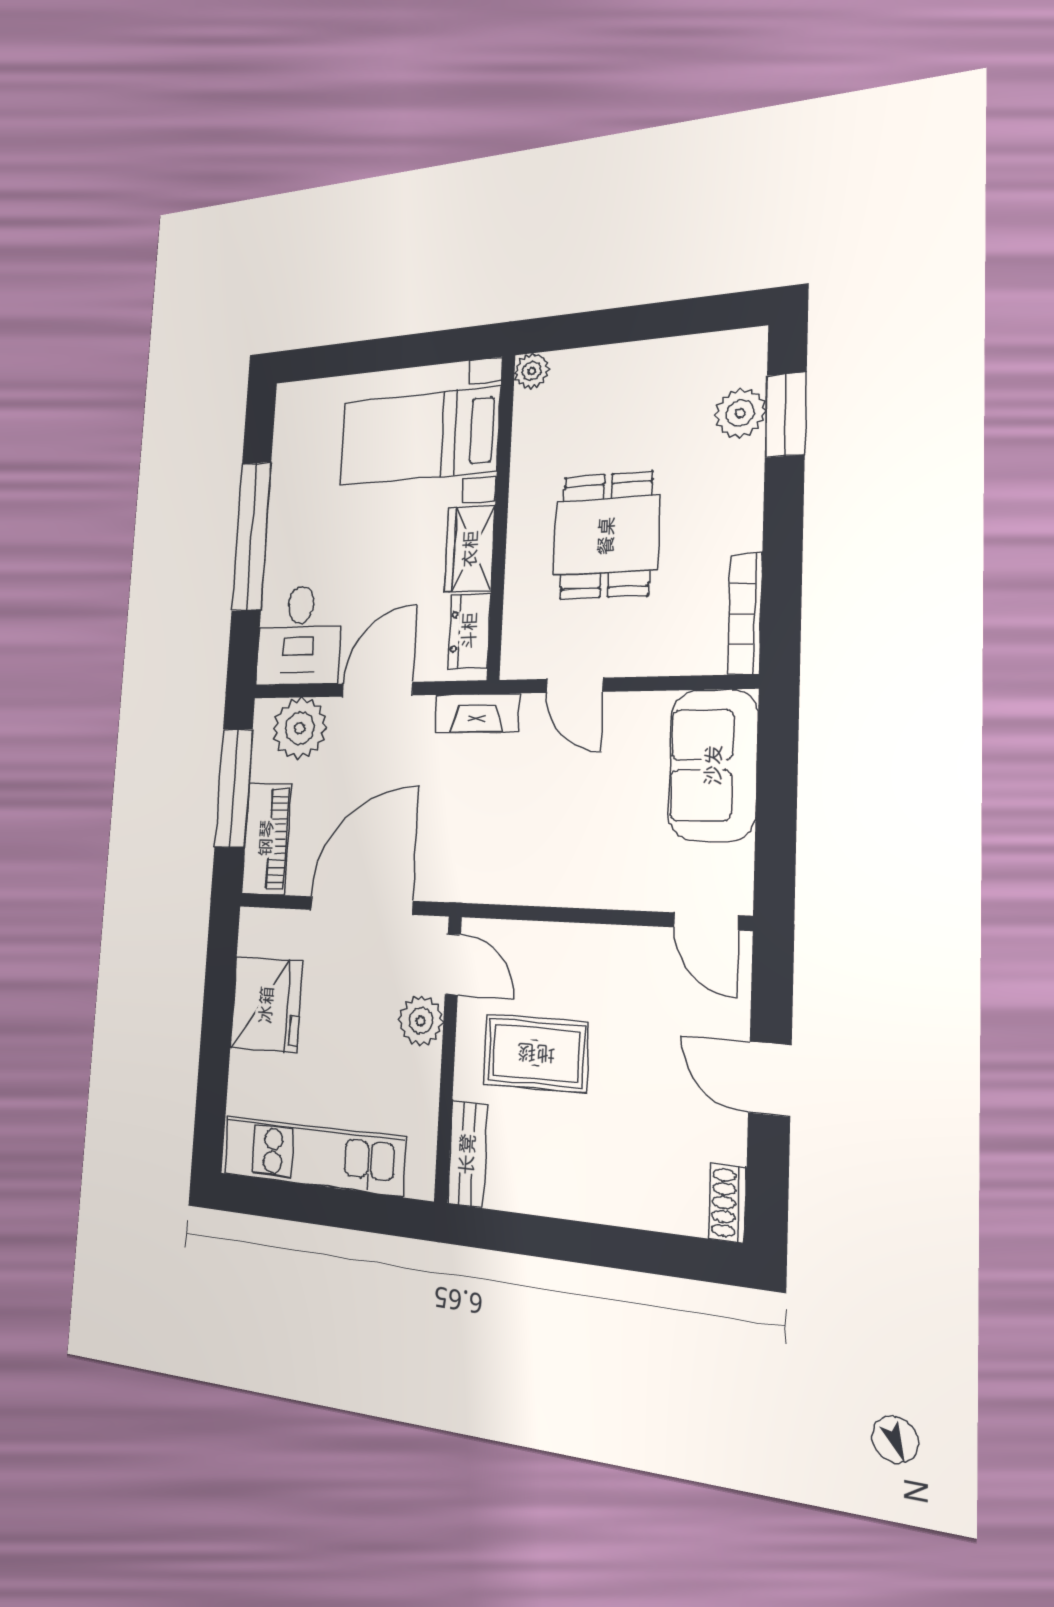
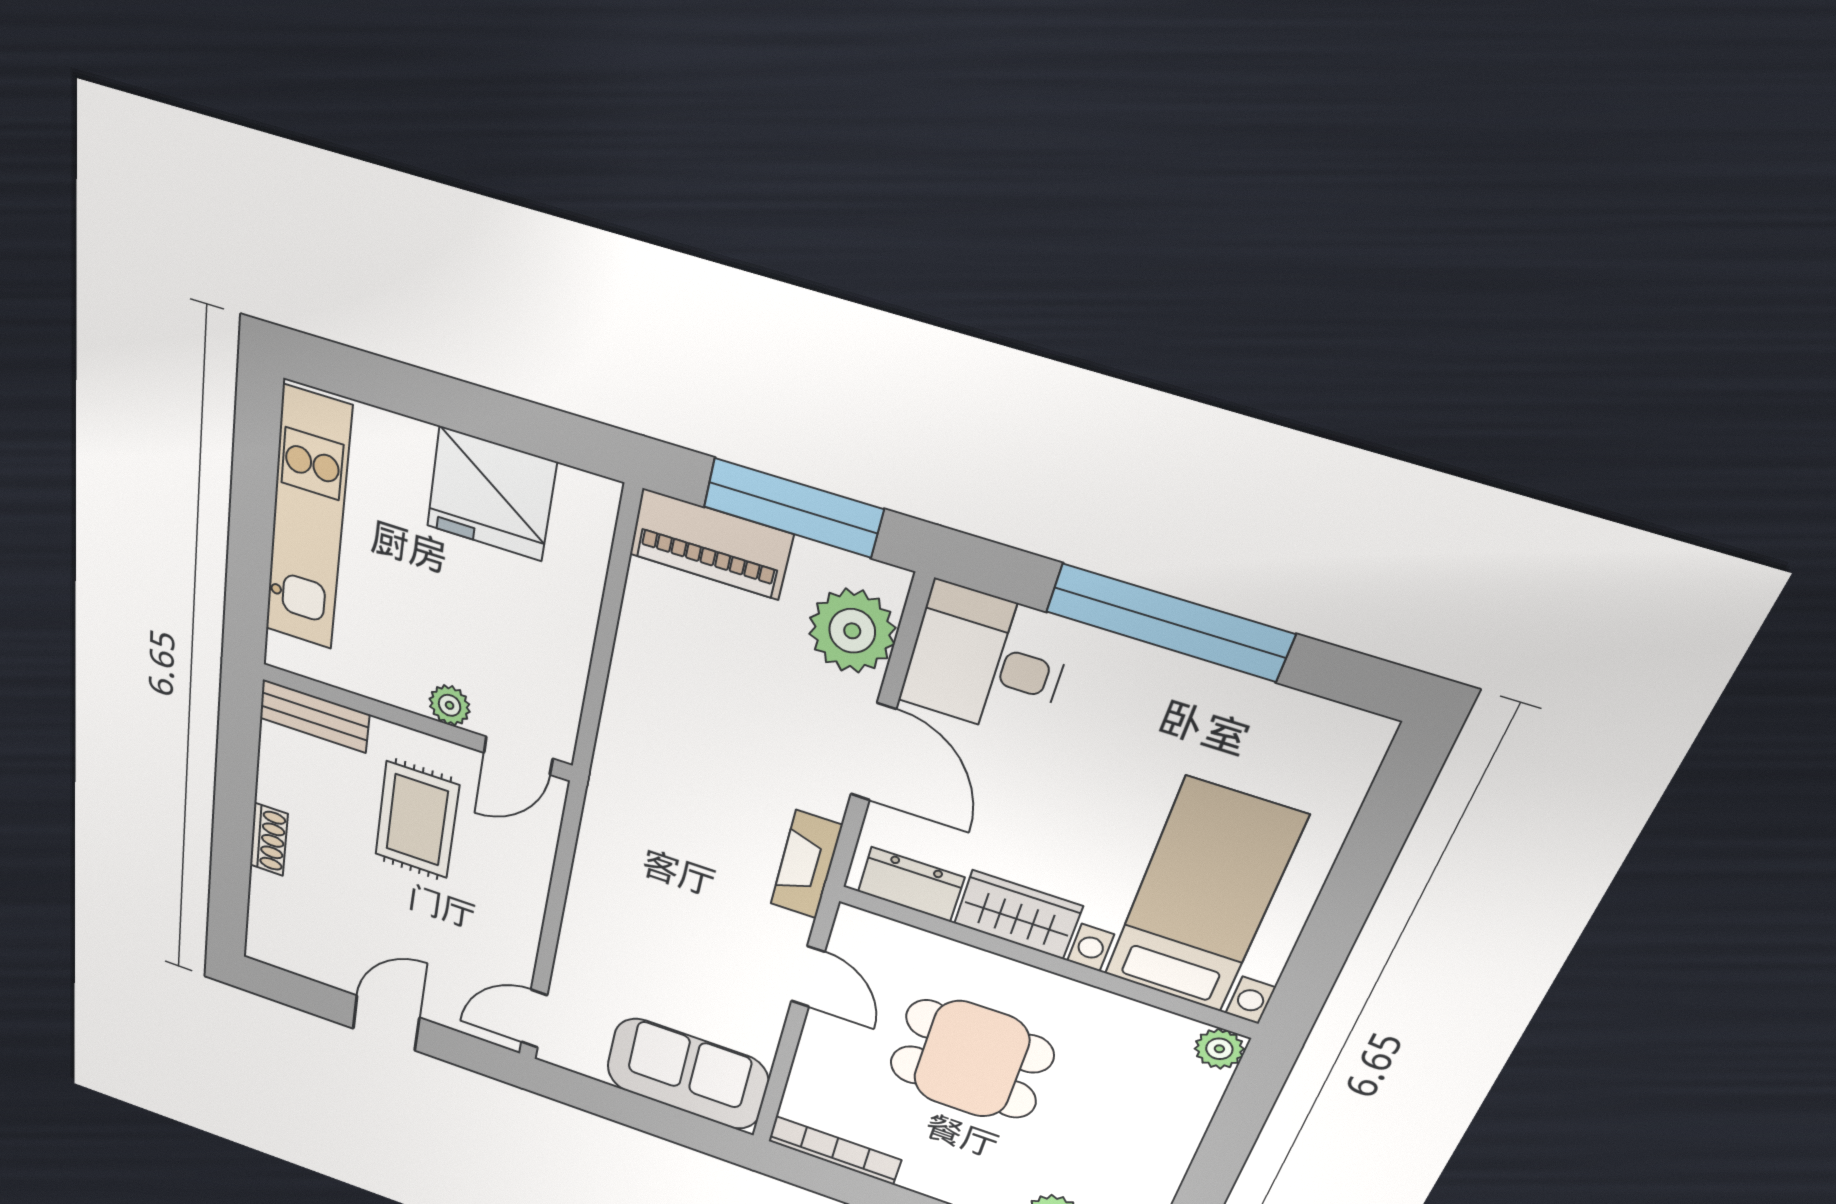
door: (575, 685) -> (808, 977), swing flipped
door: (361, 905) -> (601, 660), removed
plant: (421, 1021) -> (450, 705), width x0.73, depth x0.73
shoe rack: (728, 1203) -> (269, 840), moved, turned 90

